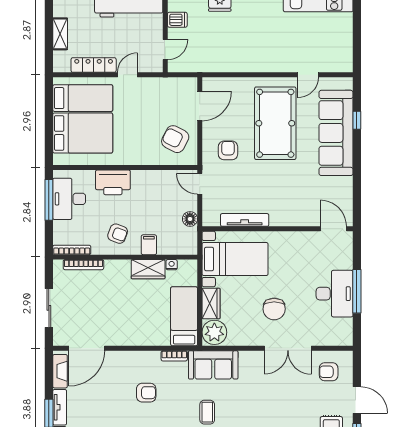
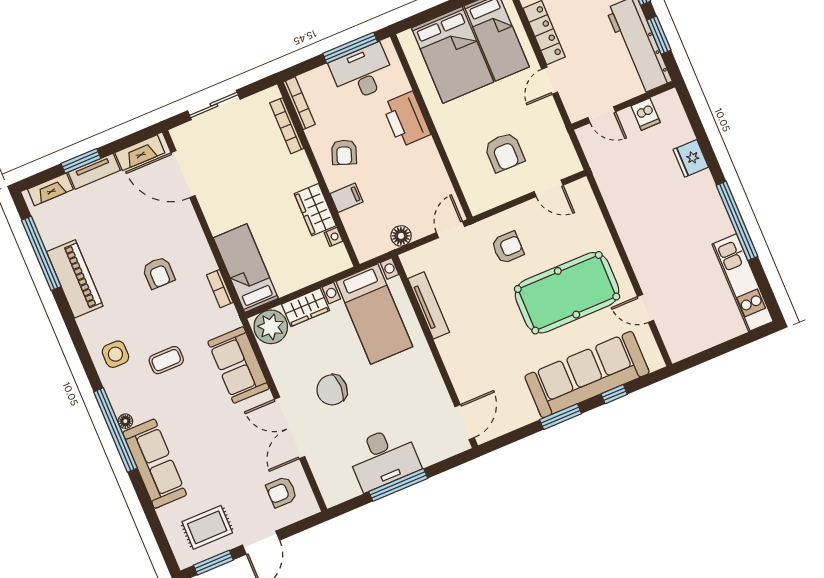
door: (127, 75) -> (550, 81), swing flipped
door: (200, 106) -> (549, 188), width x0.73
armchair: (175, 139) -> (504, 152), moved, turned 153
window: (357, 163) -> (561, 417), added
bed: (184, 316) -> (246, 268), moved, turned -90
sofa: (213, 365) -> (239, 365), moved
armchair: (329, 372) -> (282, 492), turned -90

